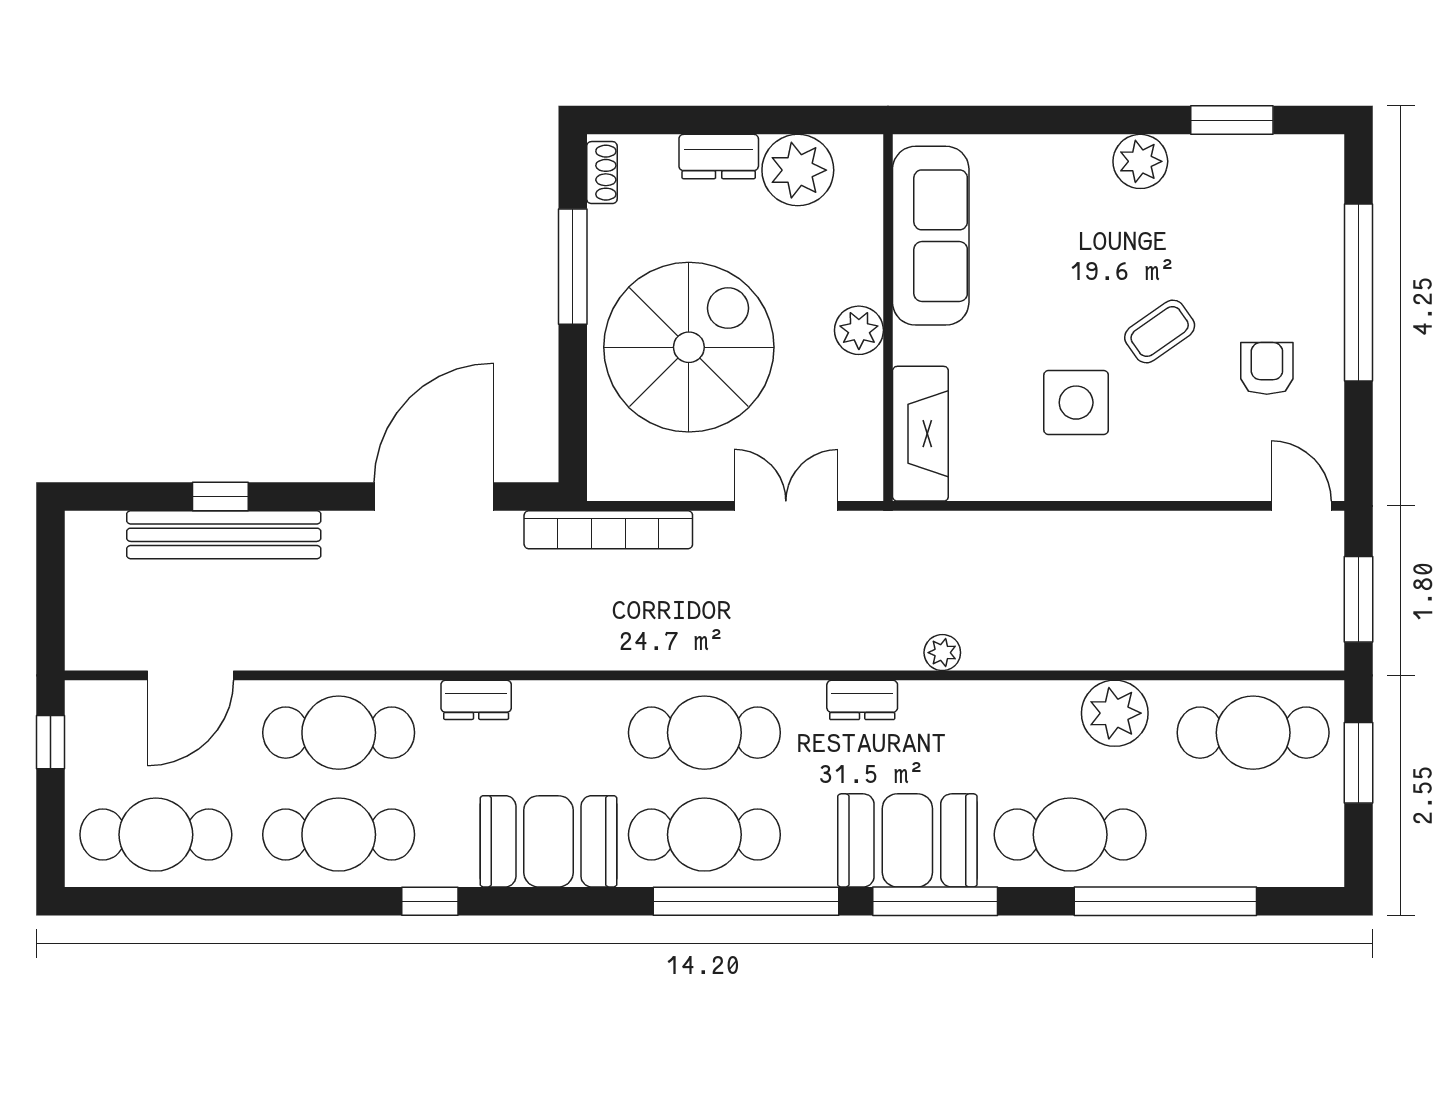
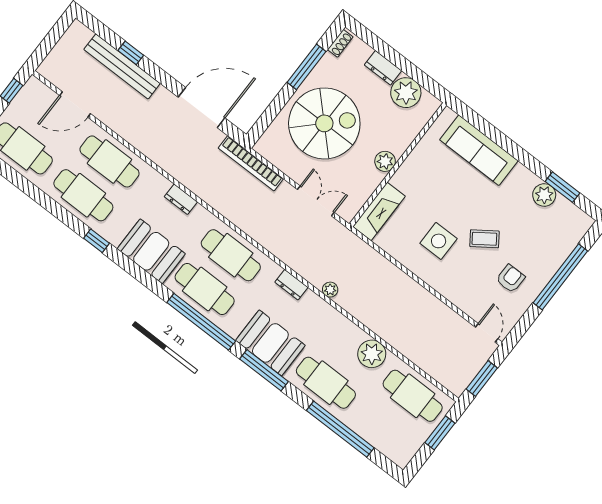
plant: (1140, 161) -> (544, 195), moved
sofa: (931, 236) -> (479, 150), moved, turned 90
dresser: (476, 700) -> (181, 199), moved

